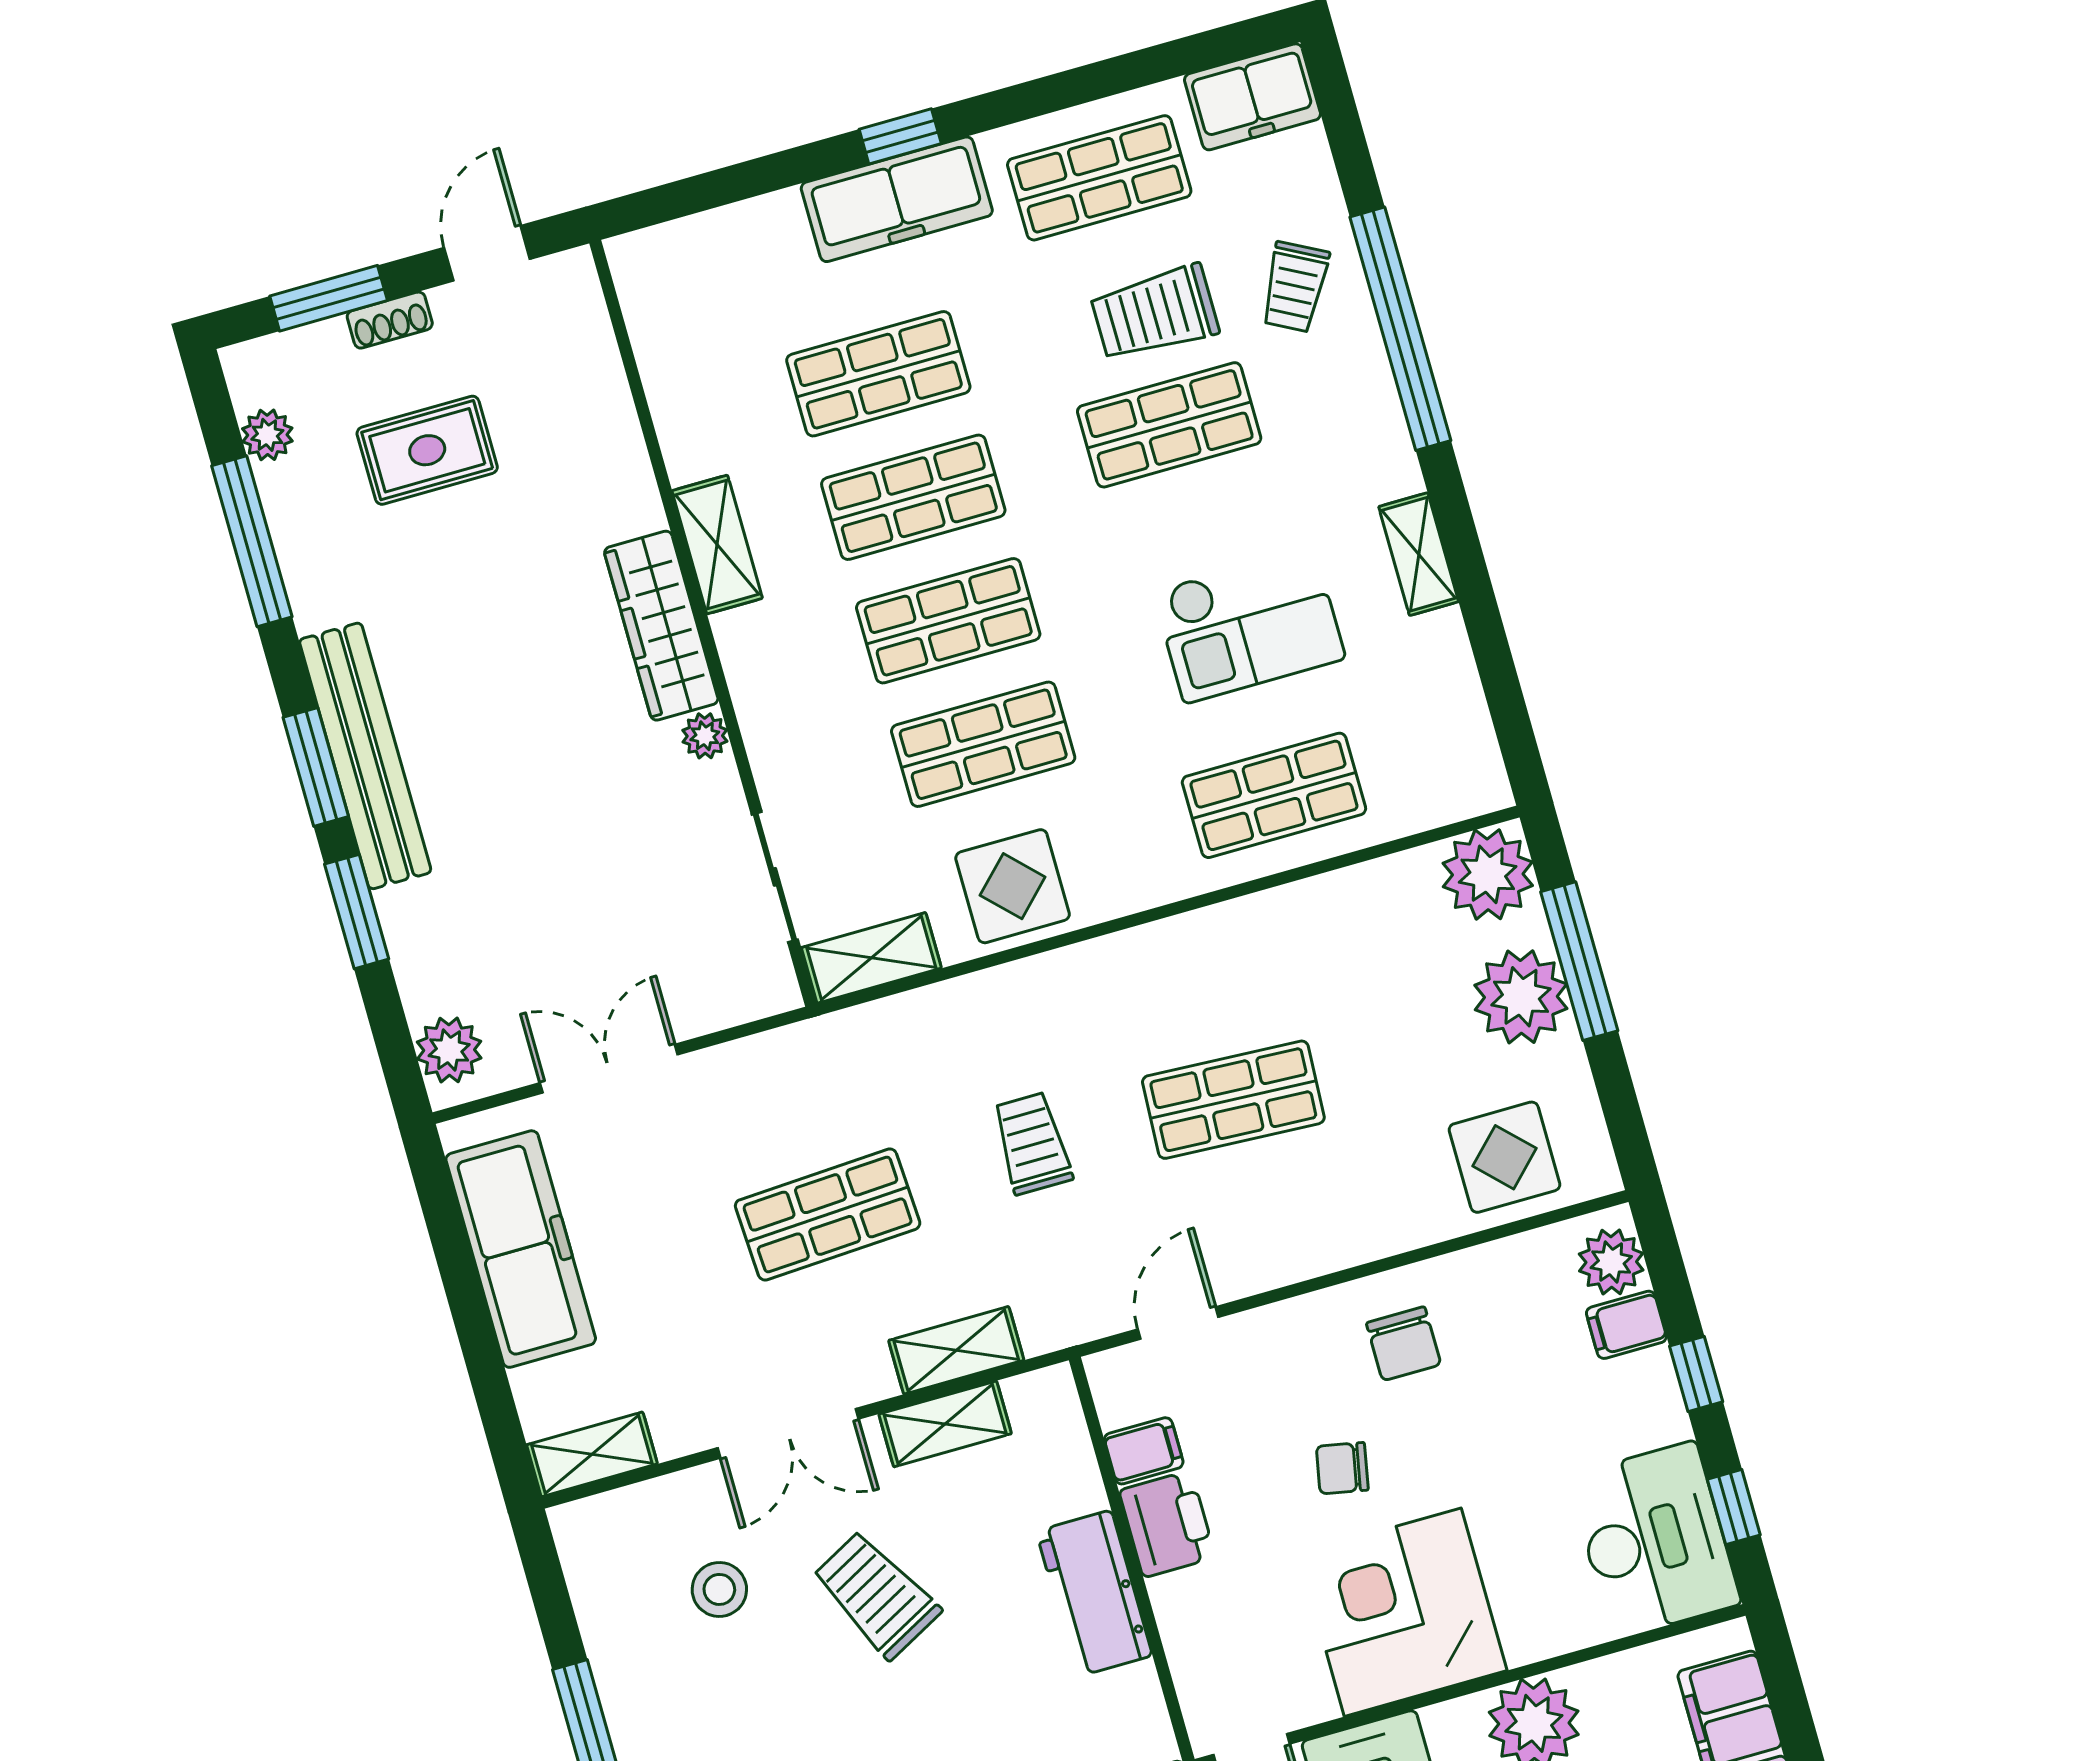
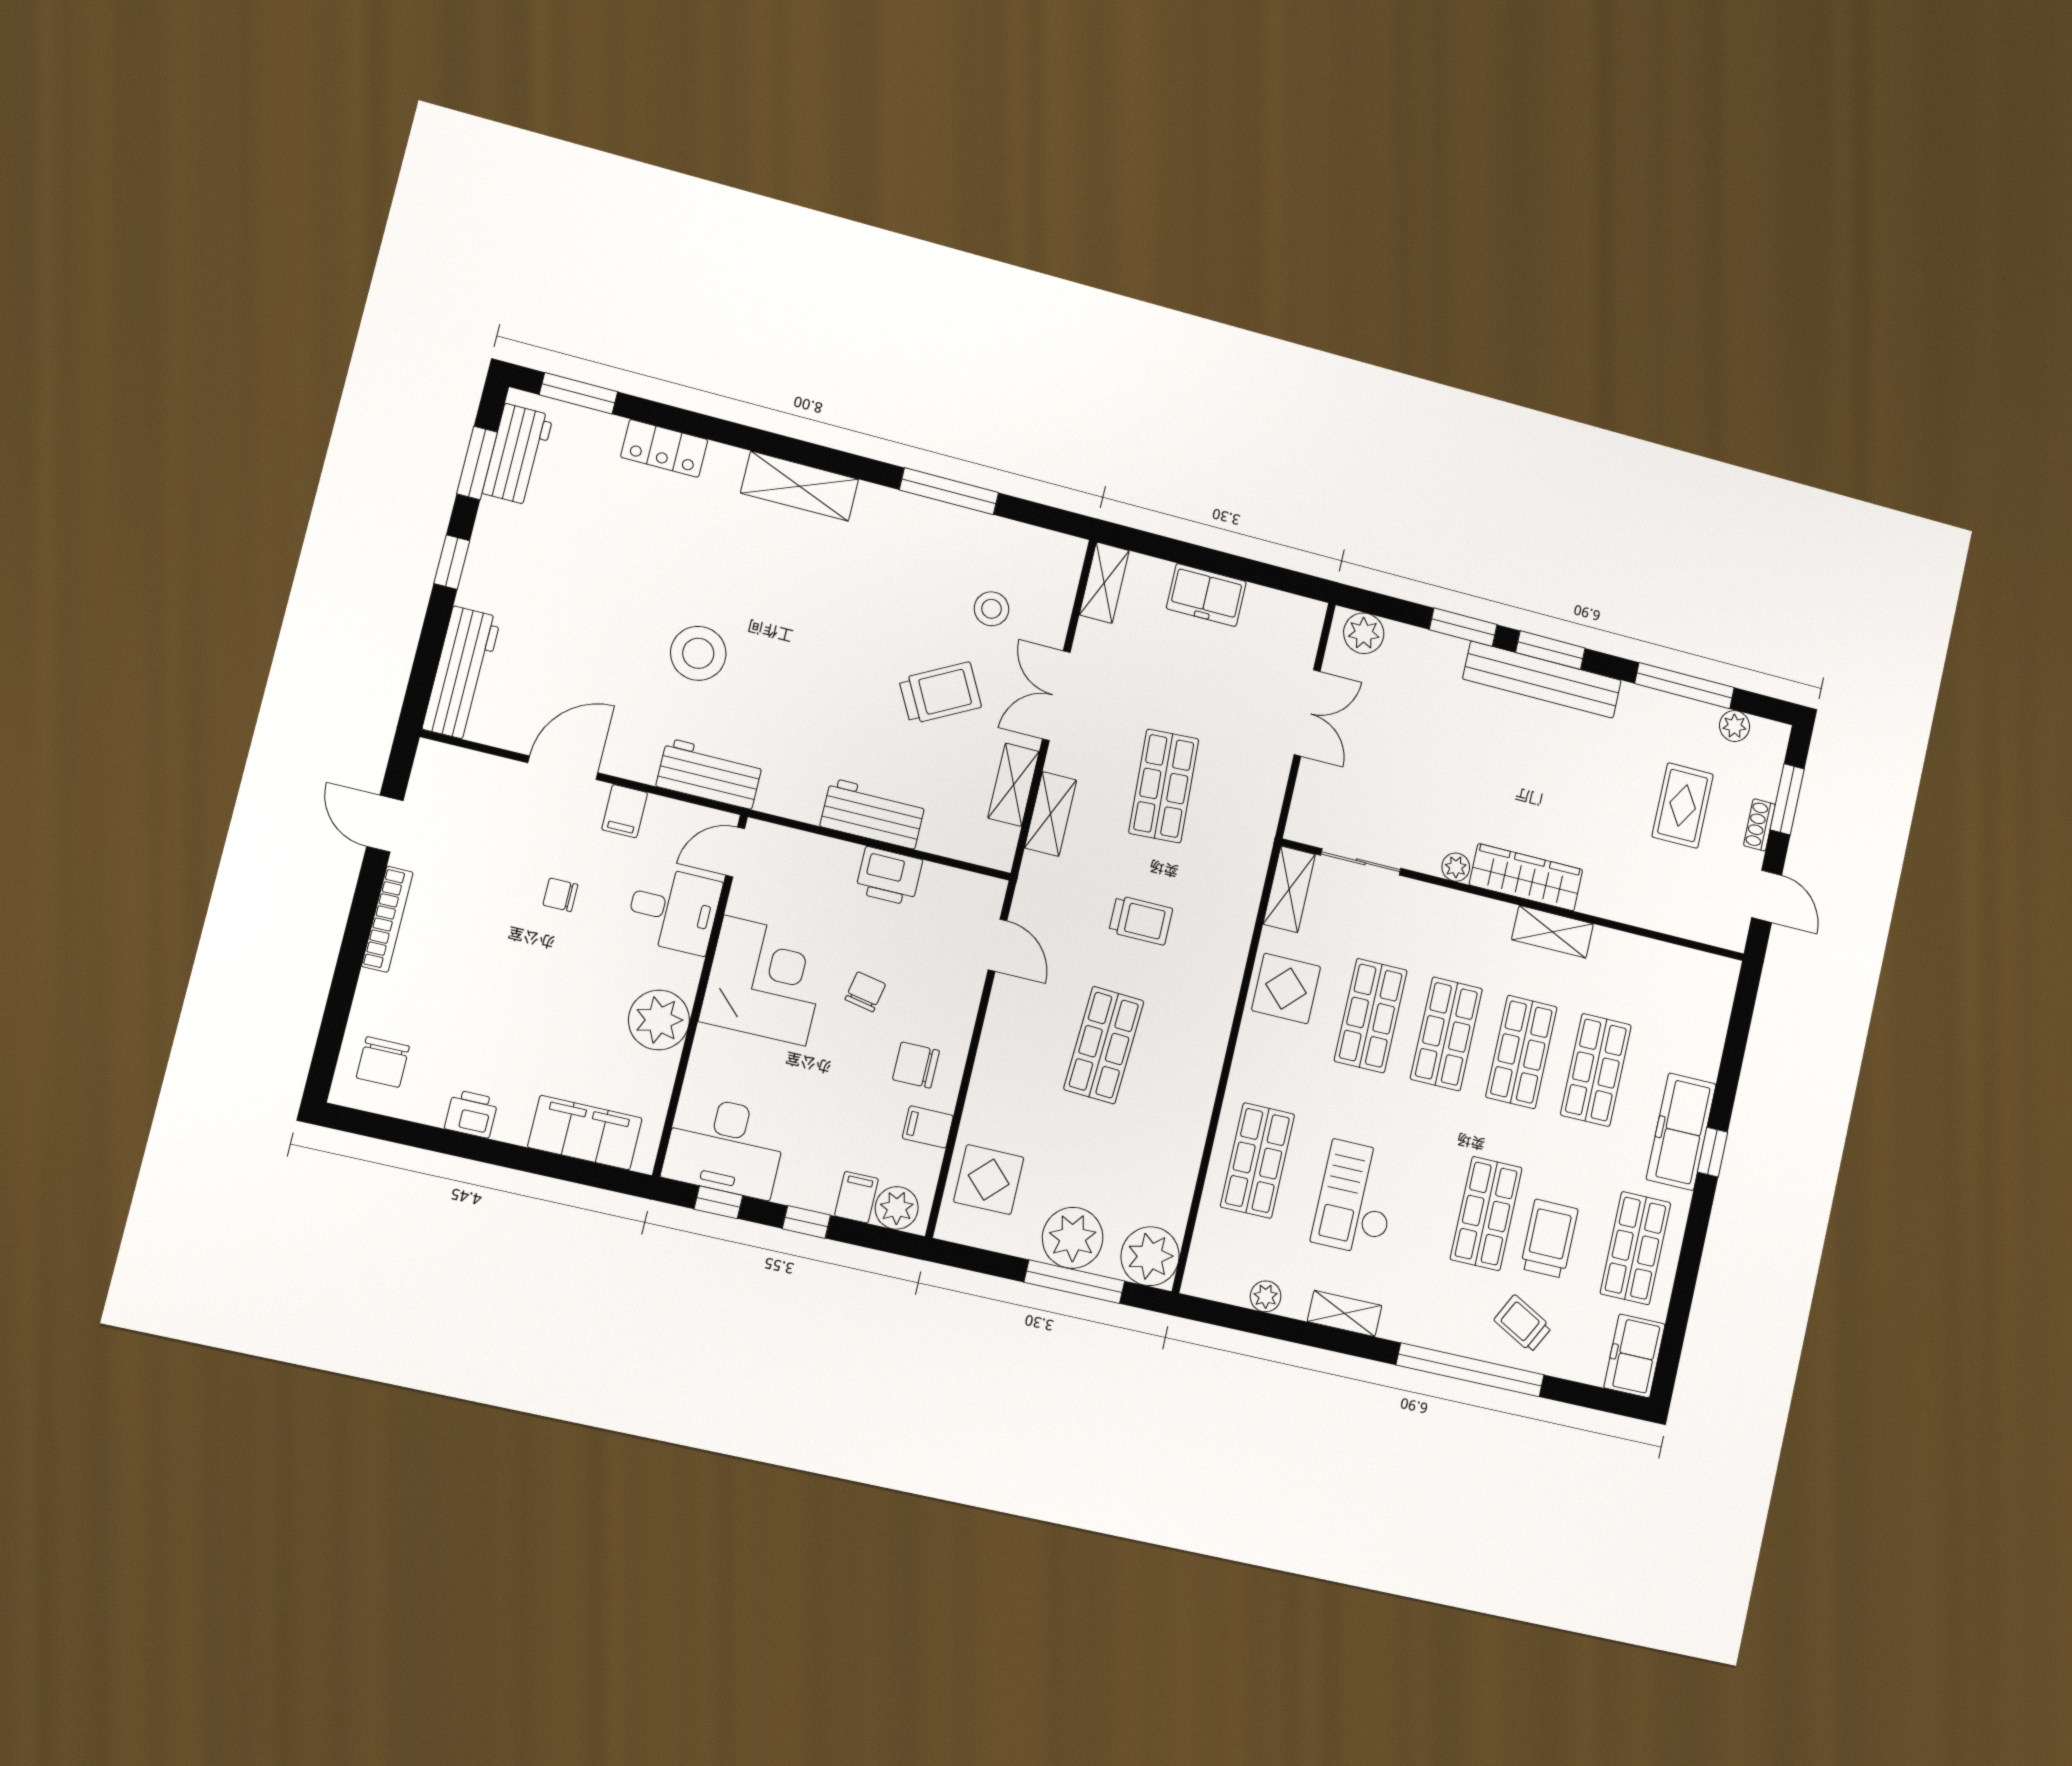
plant: (1455, 680) -> (1266, 1296), added
freezer: (521, 1249) -> (1206, 595), width x0.52, depth x0.79
filing cabinet: (1144, 1451) -> (928, 1127), moved, turned 90

